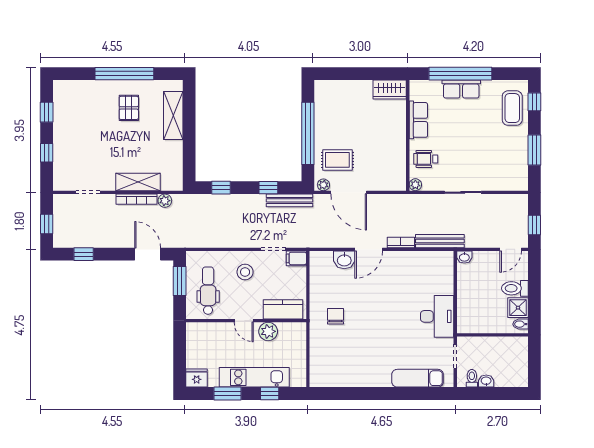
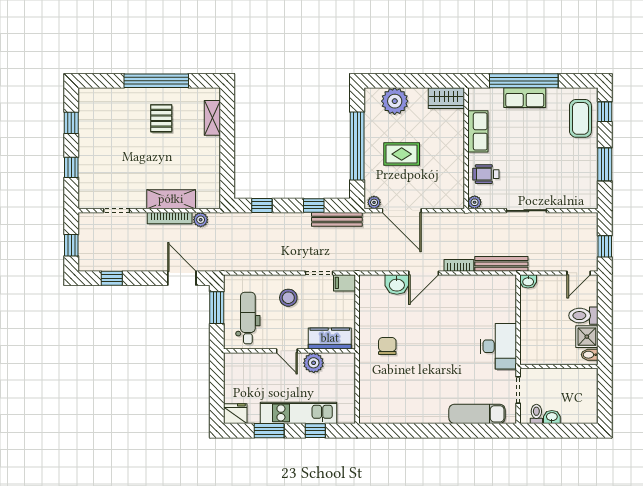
plant: (342, 92) -> (395, 101), added
shelving: (173, 116) -> (212, 118), width x0.67, depth x0.75
rug: (337, 160) -> (402, 154), moved

